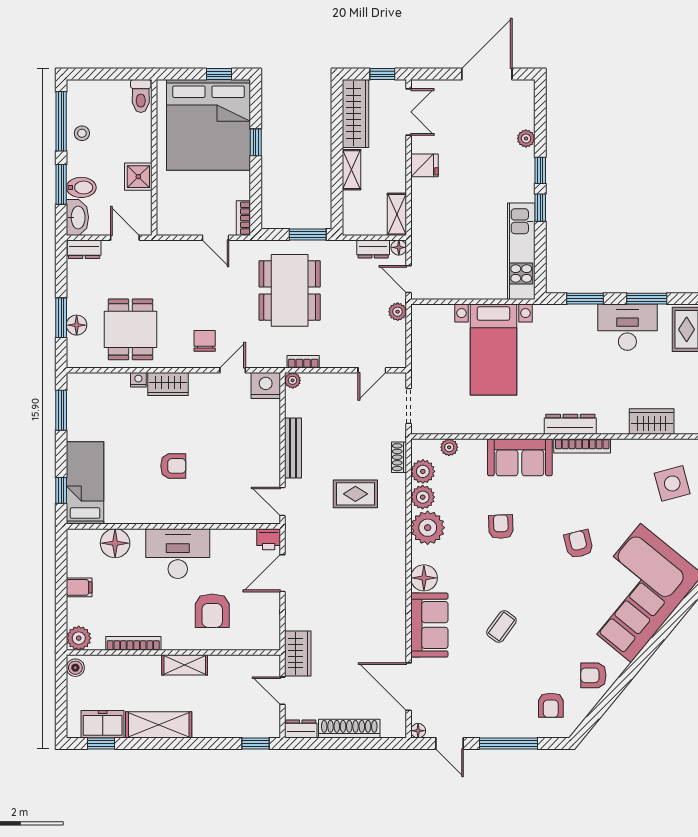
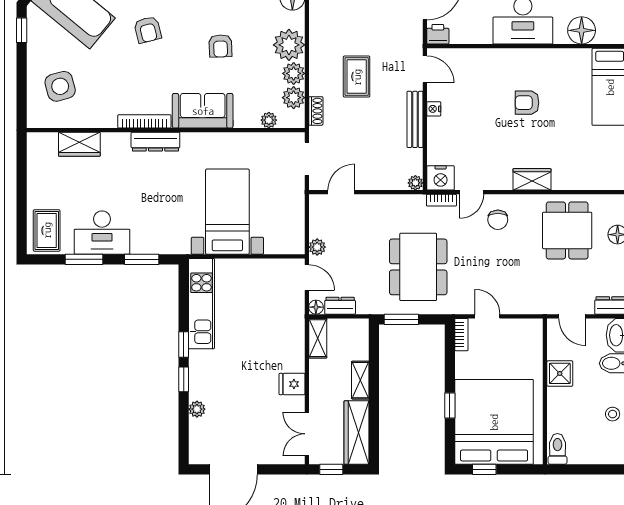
bookcase: (303, 362) -> (441, 200), moved
nightstand: (138, 380) -> (434, 109), moved, turned 90
rug: (355, 494) -> (357, 77), turned 90

